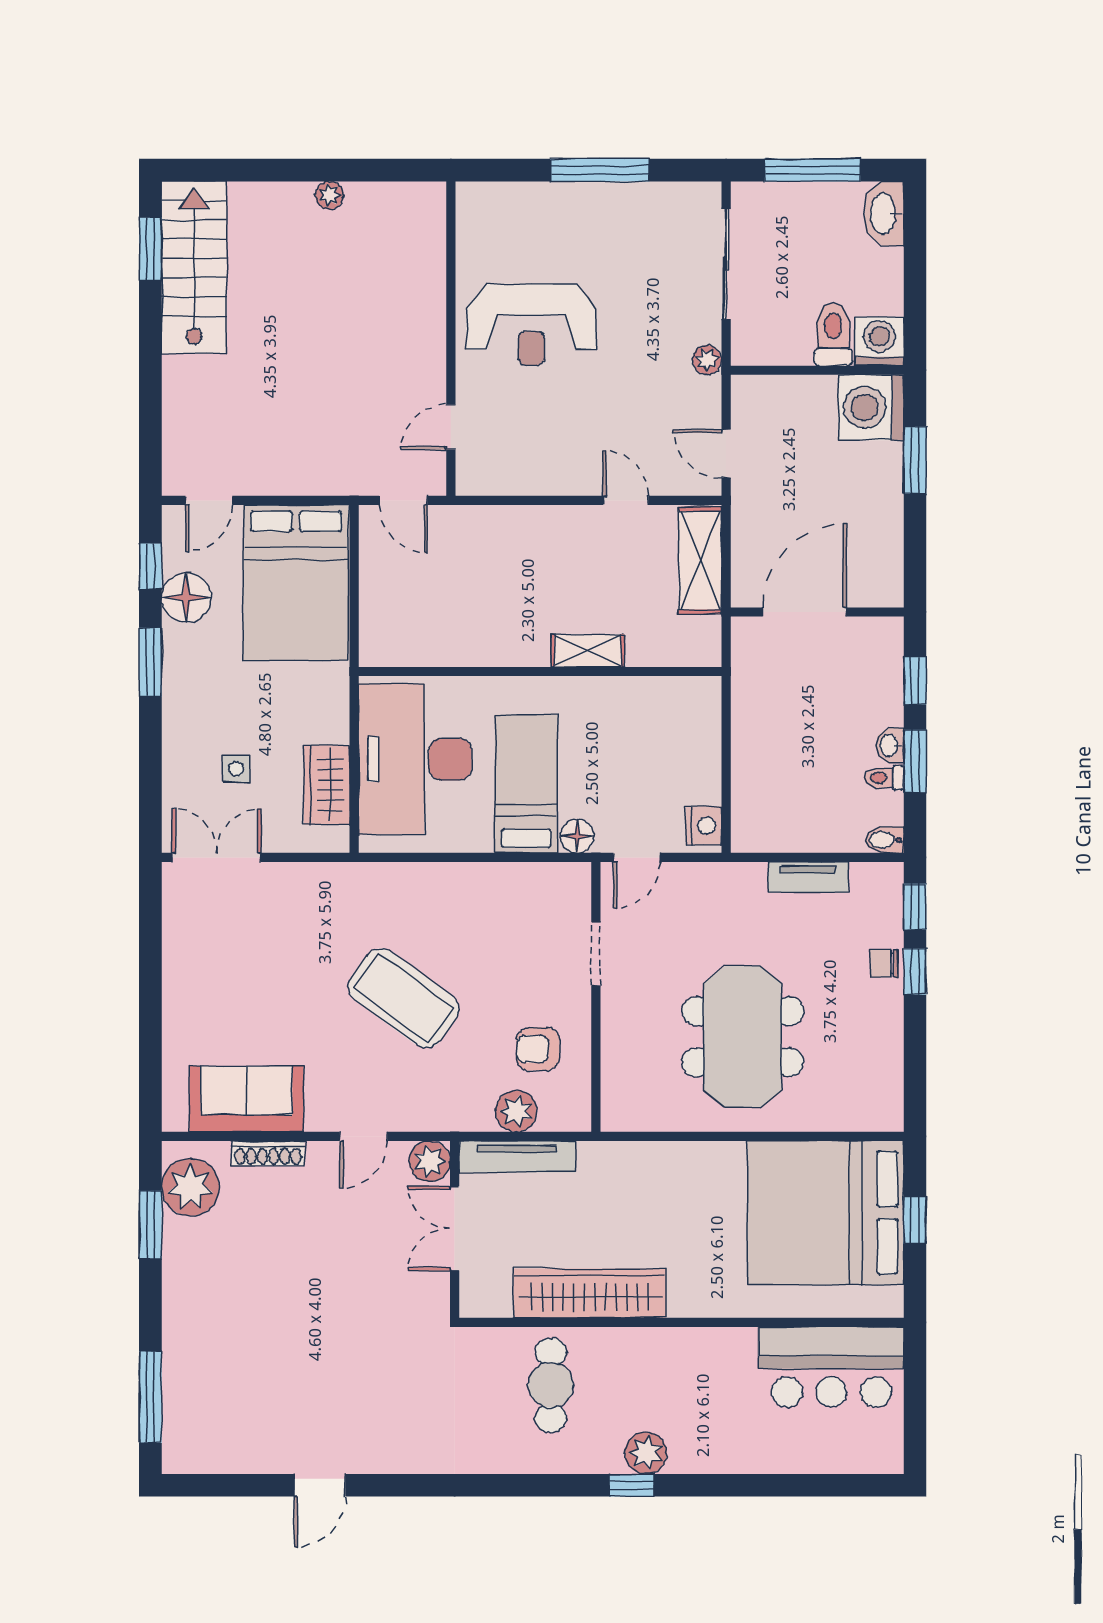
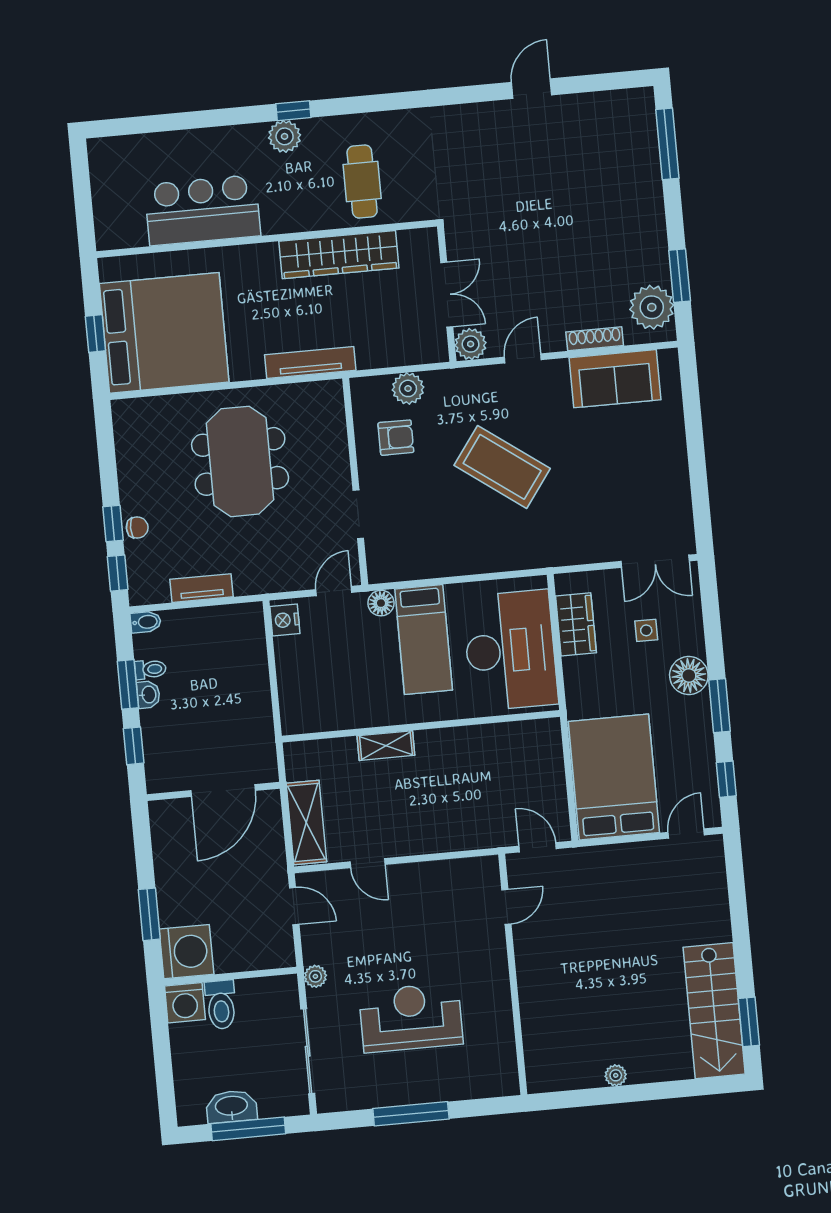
washbasin: (884, 214) -> (231, 1107), moved, turned -90
reception desk: (531, 325) -> (411, 1017), moved
floor lamp: (186, 597) -> (689, 675), moved
tv unit: (517, 1157) -> (310, 363), moved
bar counter: (831, 1367) -> (202, 210), moved

